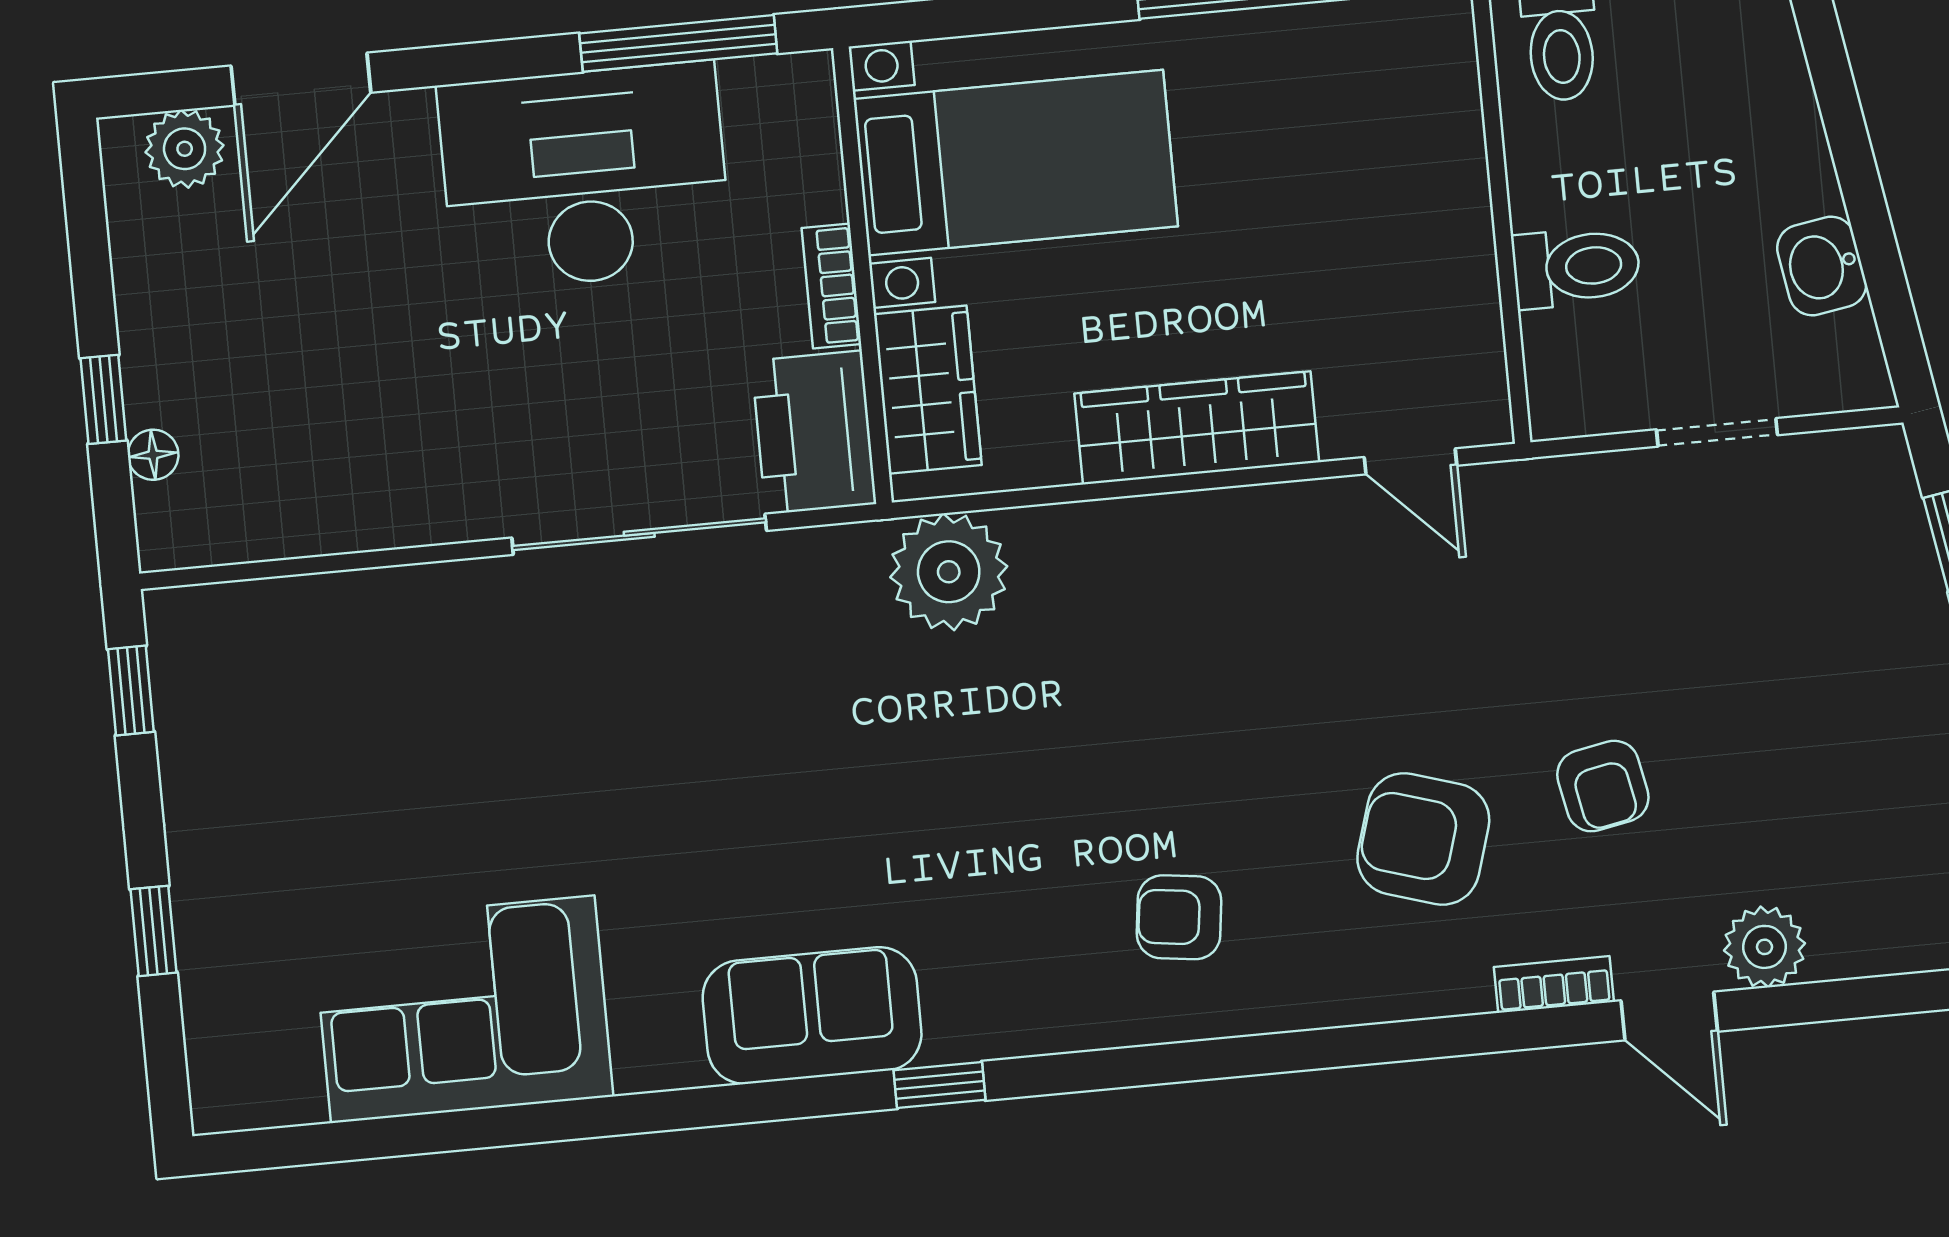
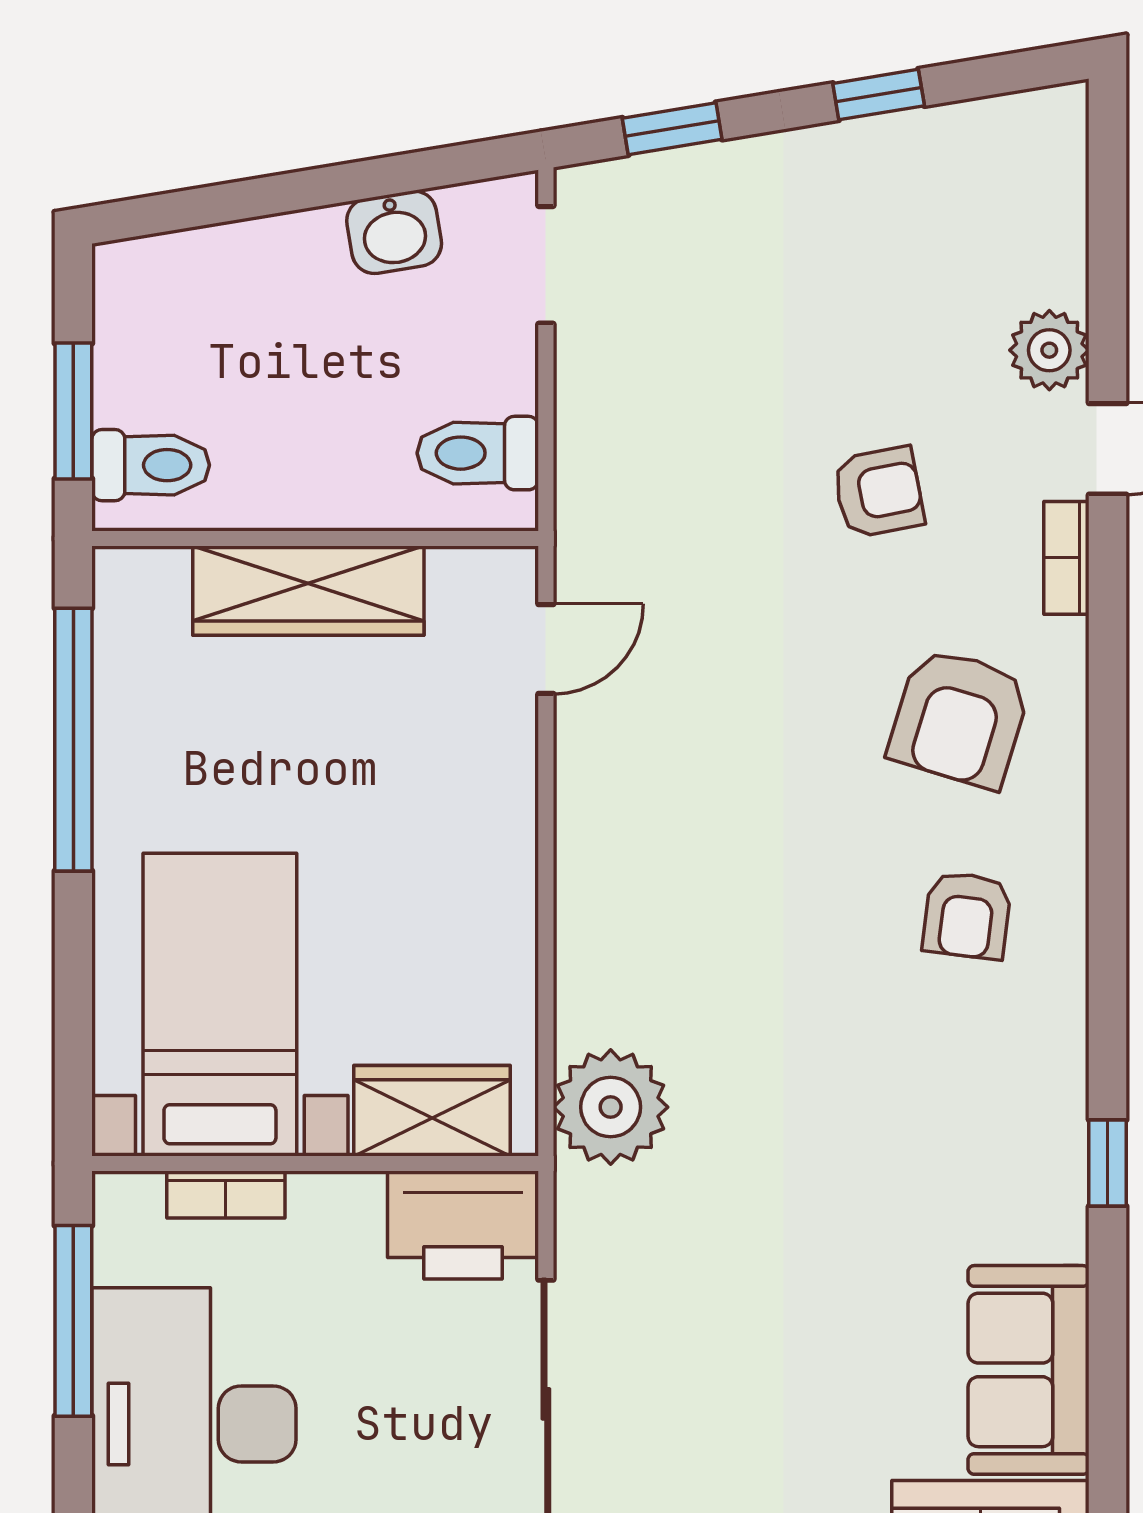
toilet: (1576, 267) -> (478, 453), moved, turned -90
bookcase: (831, 286) -> (226, 1195), moved
wardrobe: (1197, 428) -> (308, 591), moved, turned -90
doorway: (1717, 432) -> (546, 265), moved
armchair: (1423, 839) -> (959, 718), moved
sofa: (812, 1016) -> (1029, 1370), moved

